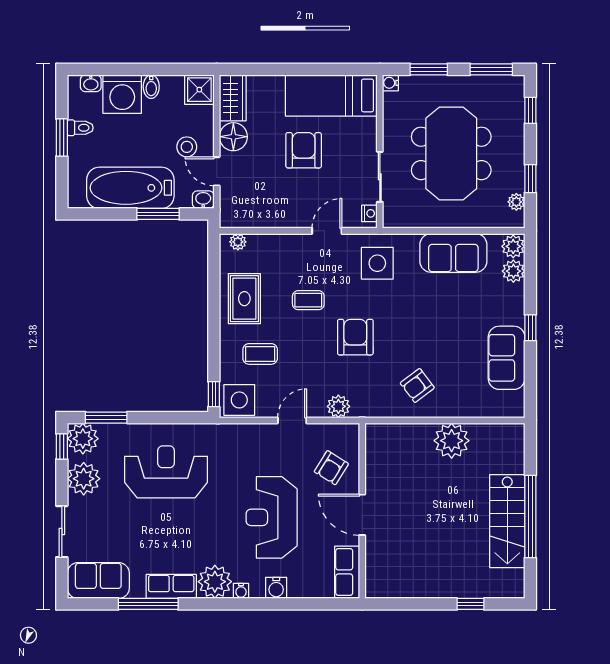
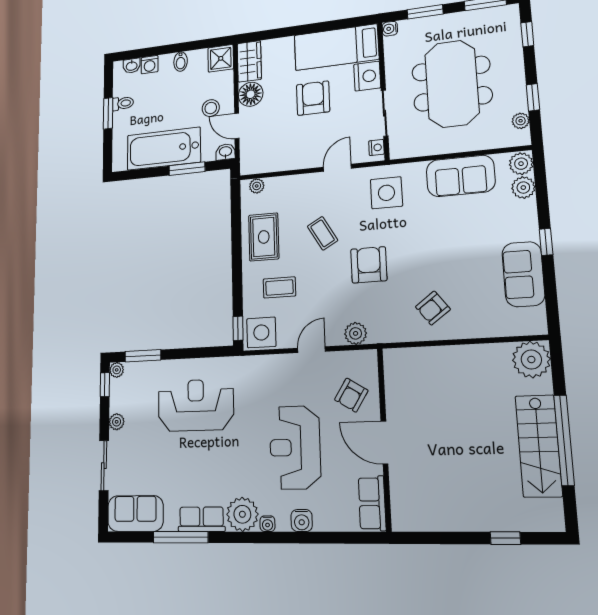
washing machine: (122, 94) -> (150, 65), width x0.53, depth x0.53
nightstand: (363, 133) -> (367, 76), added
coffee table: (308, 300) -> (323, 233), turned 60
plant: (83, 439) -> (117, 370), width x0.53, depth x0.53
plant: (452, 441) -> (531, 360), moved
plant: (84, 479) -> (117, 422), width x0.53, depth x0.53

